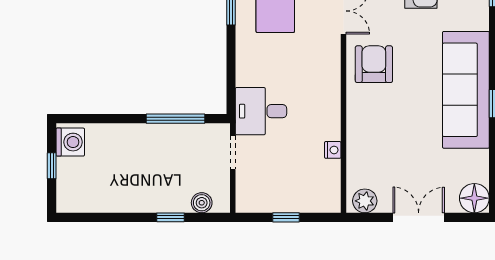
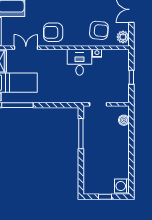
desk: (261, 111) -> (80, 62), moved, turned 180
washing machine: (70, 142) -> (122, 186), moved, turned -90
armchair: (378, 154) -> (99, 30), added
window: (171, 217) -> (131, 136), removed

